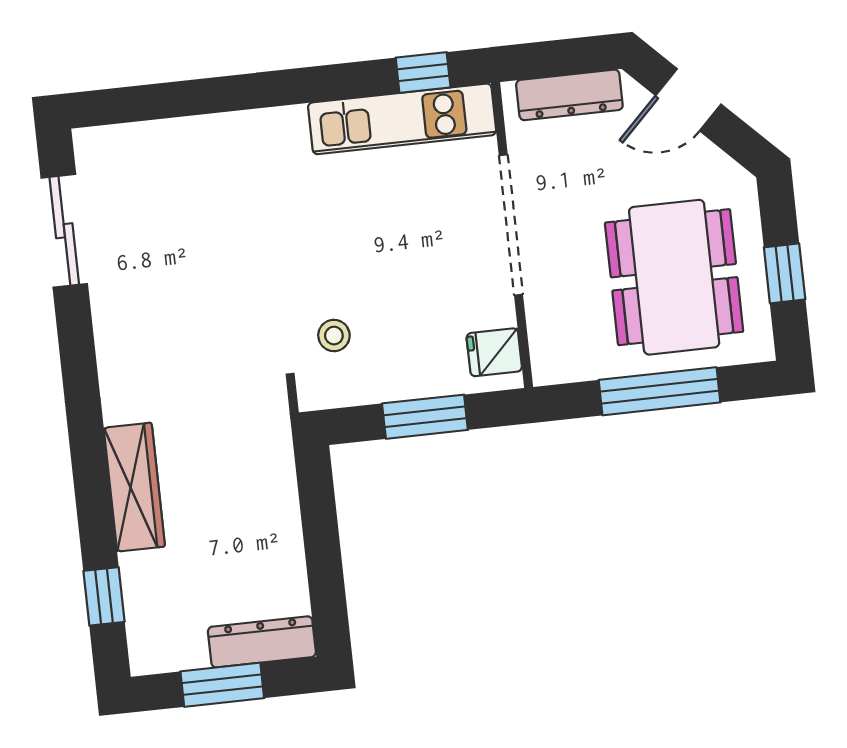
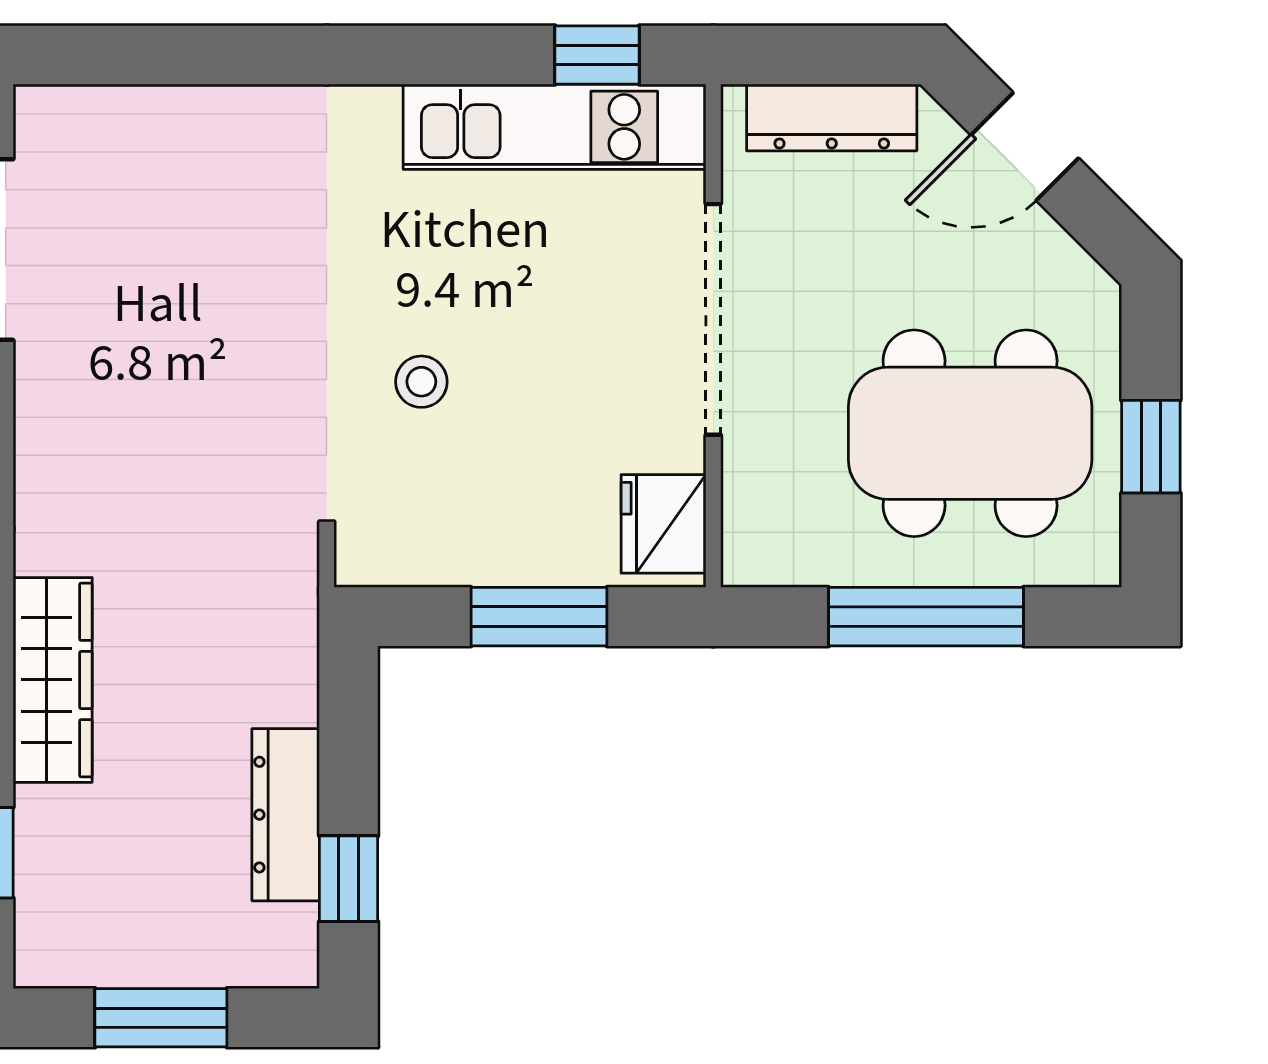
dining table: (674, 277) -> (970, 433), turned 90
stool: (334, 336) -> (421, 382), moved
fridge: (494, 352) -> (663, 524), width x1.38
window: (327, 588) -> (349, 879), added
dresser: (262, 642) -> (286, 815), moved, turned -90

